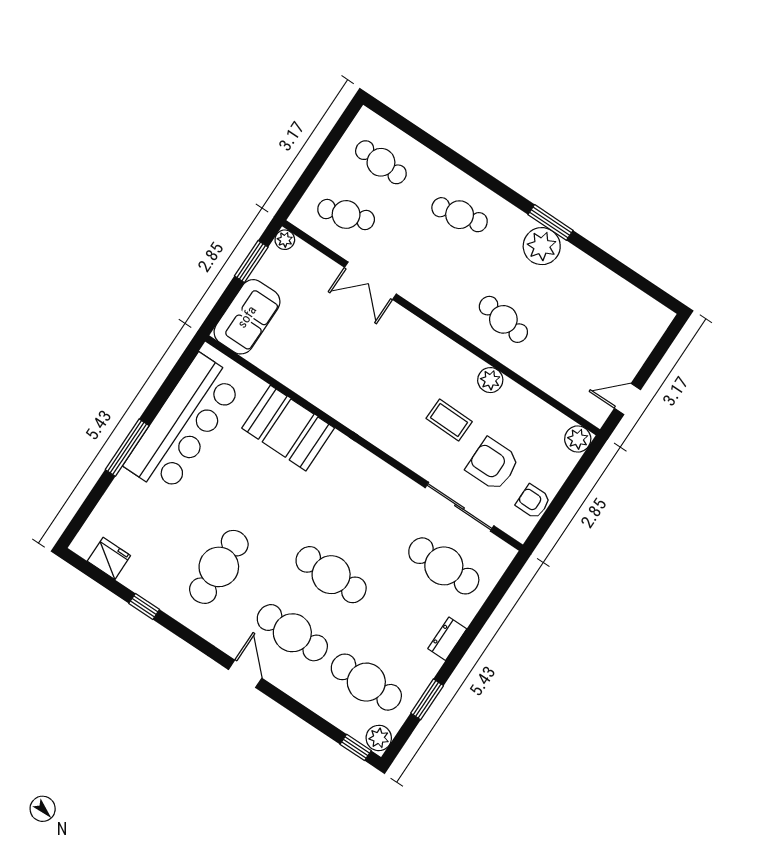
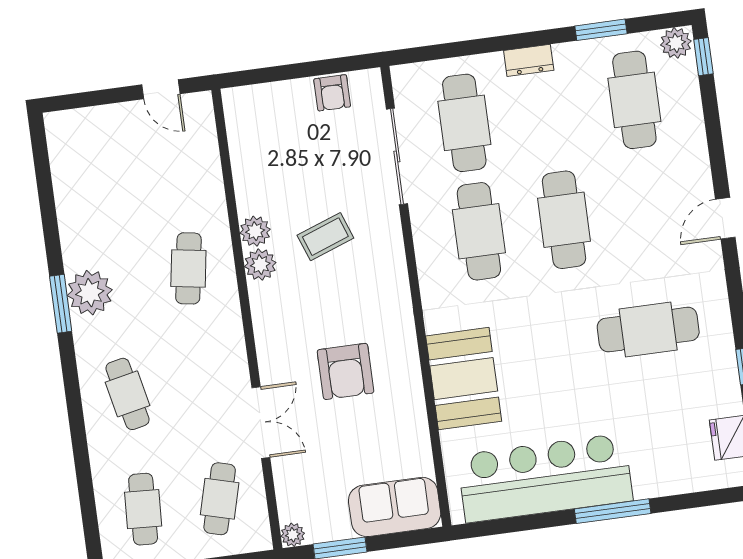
cafe table: (346, 214) -> (220, 499), turned 33
coffee table: (449, 420) -> (325, 237), turned 69
plant: (578, 439) -> (260, 265), moved
armchair: (493, 464) -> (346, 371), moved
cafe table: (292, 633) -> (479, 231), moved

